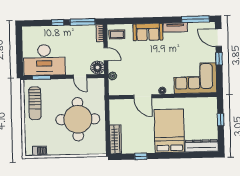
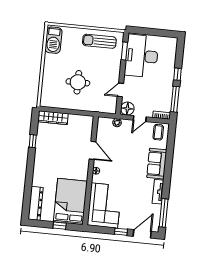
door: (143, 97) -> (92, 150), swing flipped
round table: (78, 119) -> (78, 82), width x0.54, depth x0.54
bed: (169, 131) -> (70, 201), moved, turned -90
barbecue: (40, 151) -> (54, 40), width x1.88, depth x1.53

